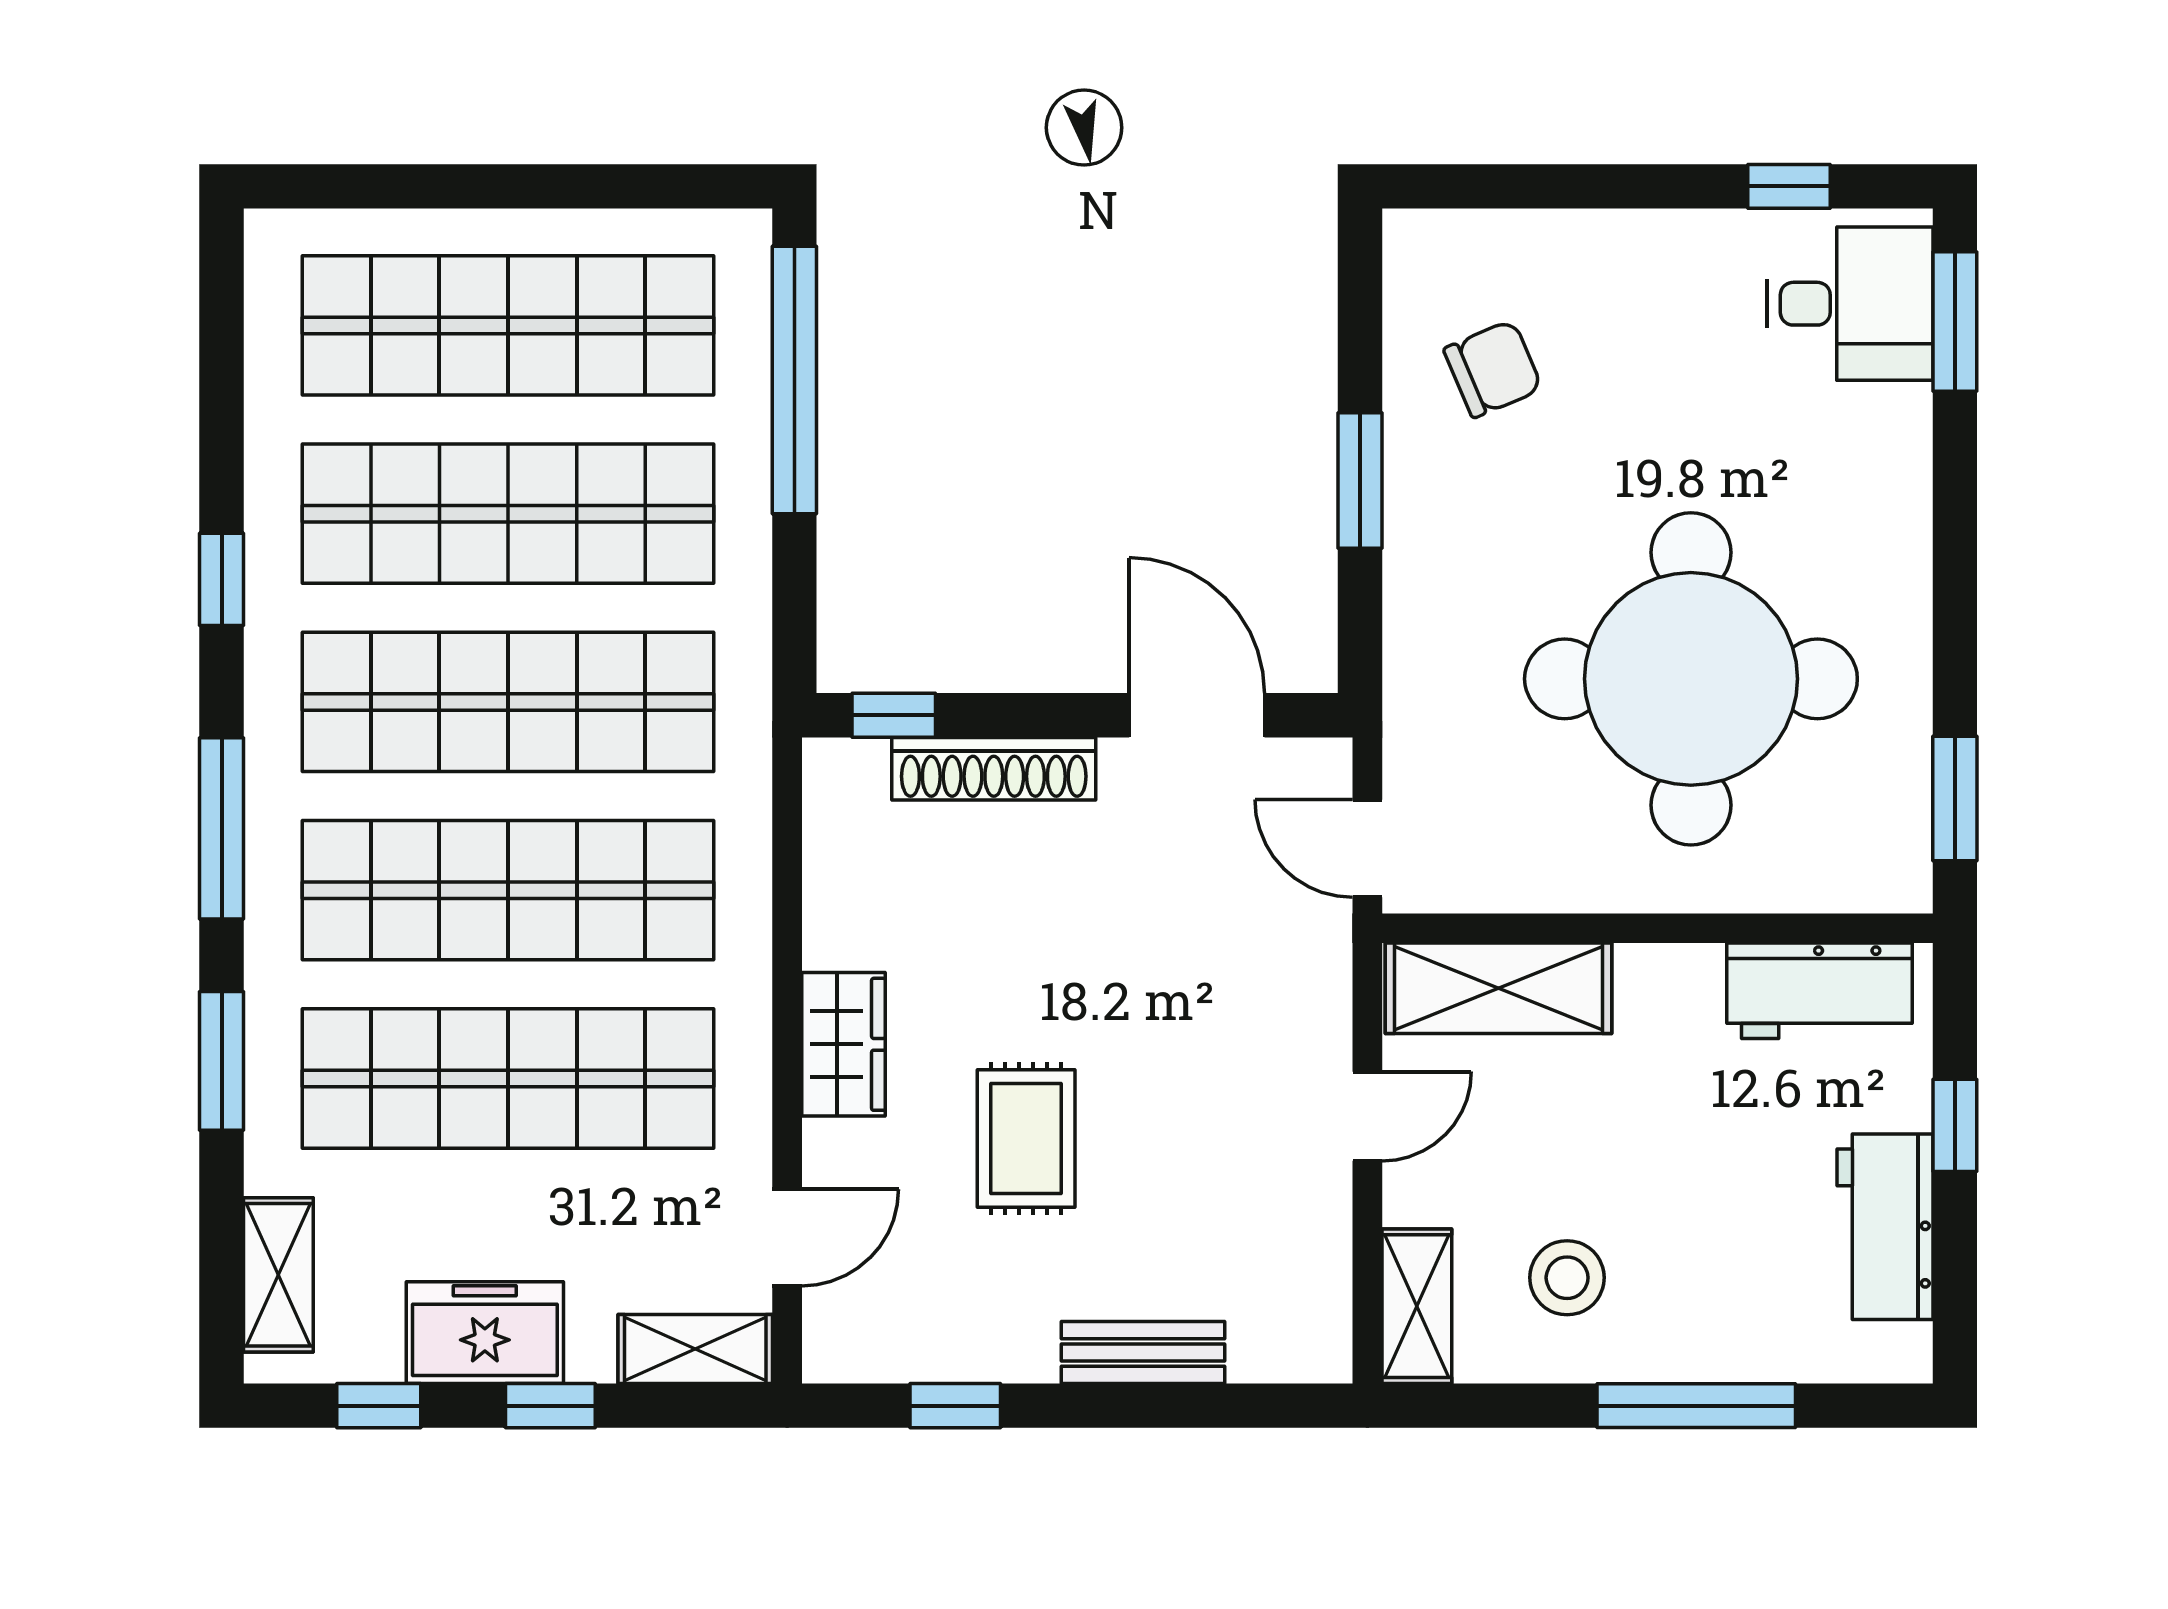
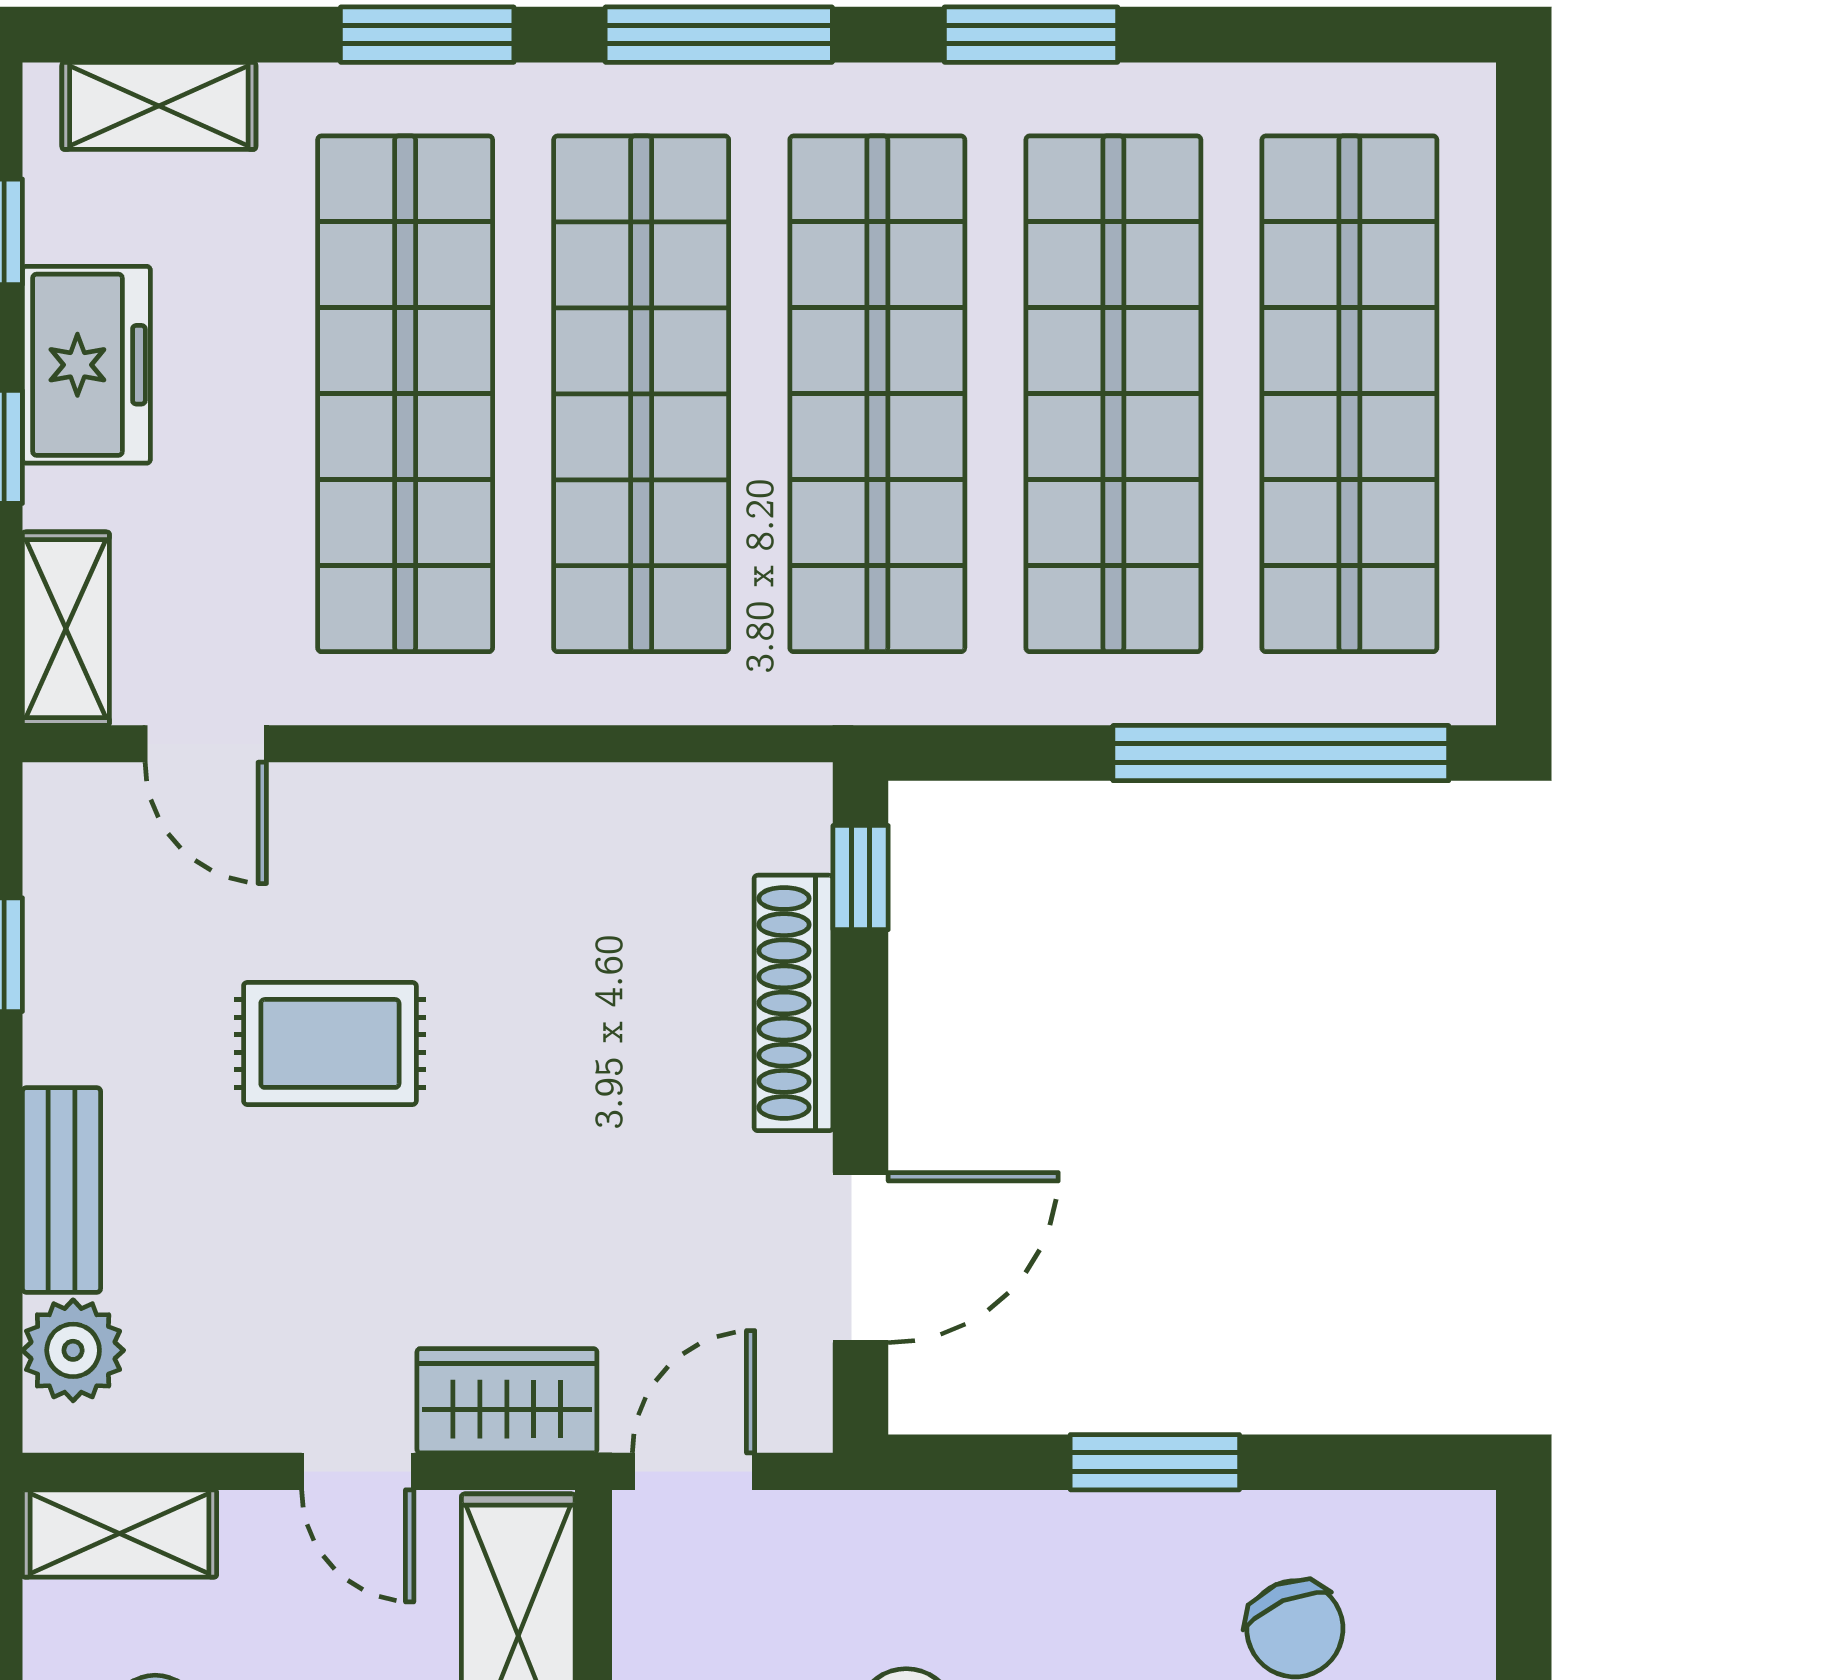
window: (222, 579) -> (1031, 35), width x1.50
wardrobe: (843, 1044) -> (507, 1401), moved, turned 180
plant: (1271, 1343) -> (73, 1350), added

